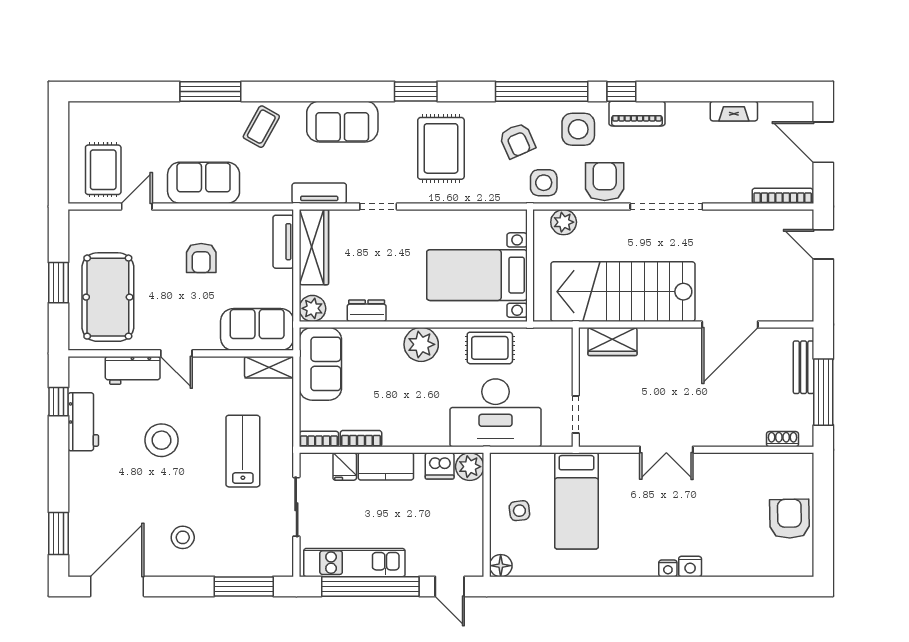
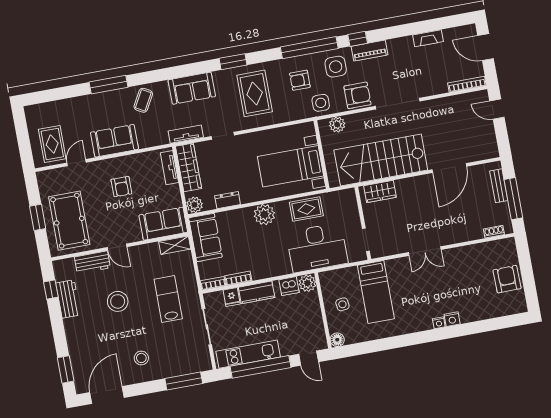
armchair: (517, 141) -> (300, 80), turned 114
armchair: (605, 182) -> (357, 95), turned 90

